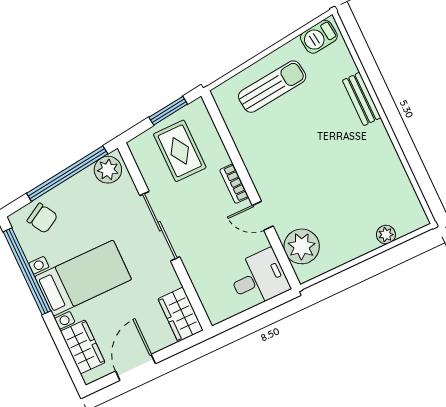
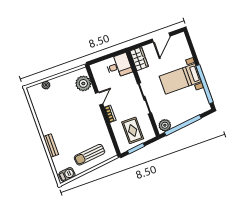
door: (263, 216) -> (99, 99), hinge flipped
chair: (42, 218) -> (196, 107), removed
desk: (259, 278) -> (119, 66), moved, turned 180
wardrobe: (83, 347) -> (183, 49), removed

